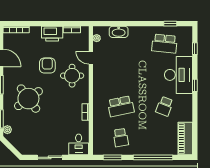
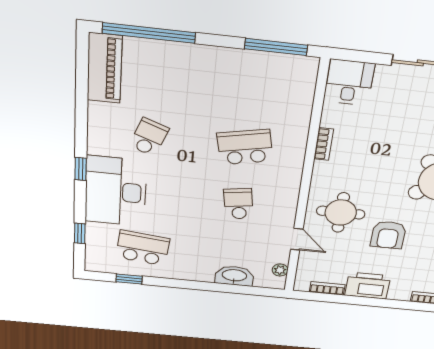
school desk: (121, 138) -> (238, 204), moved
window: (113, 157) -> (276, 47), width x1.44
window: (153, 157) -> (149, 33), moved

